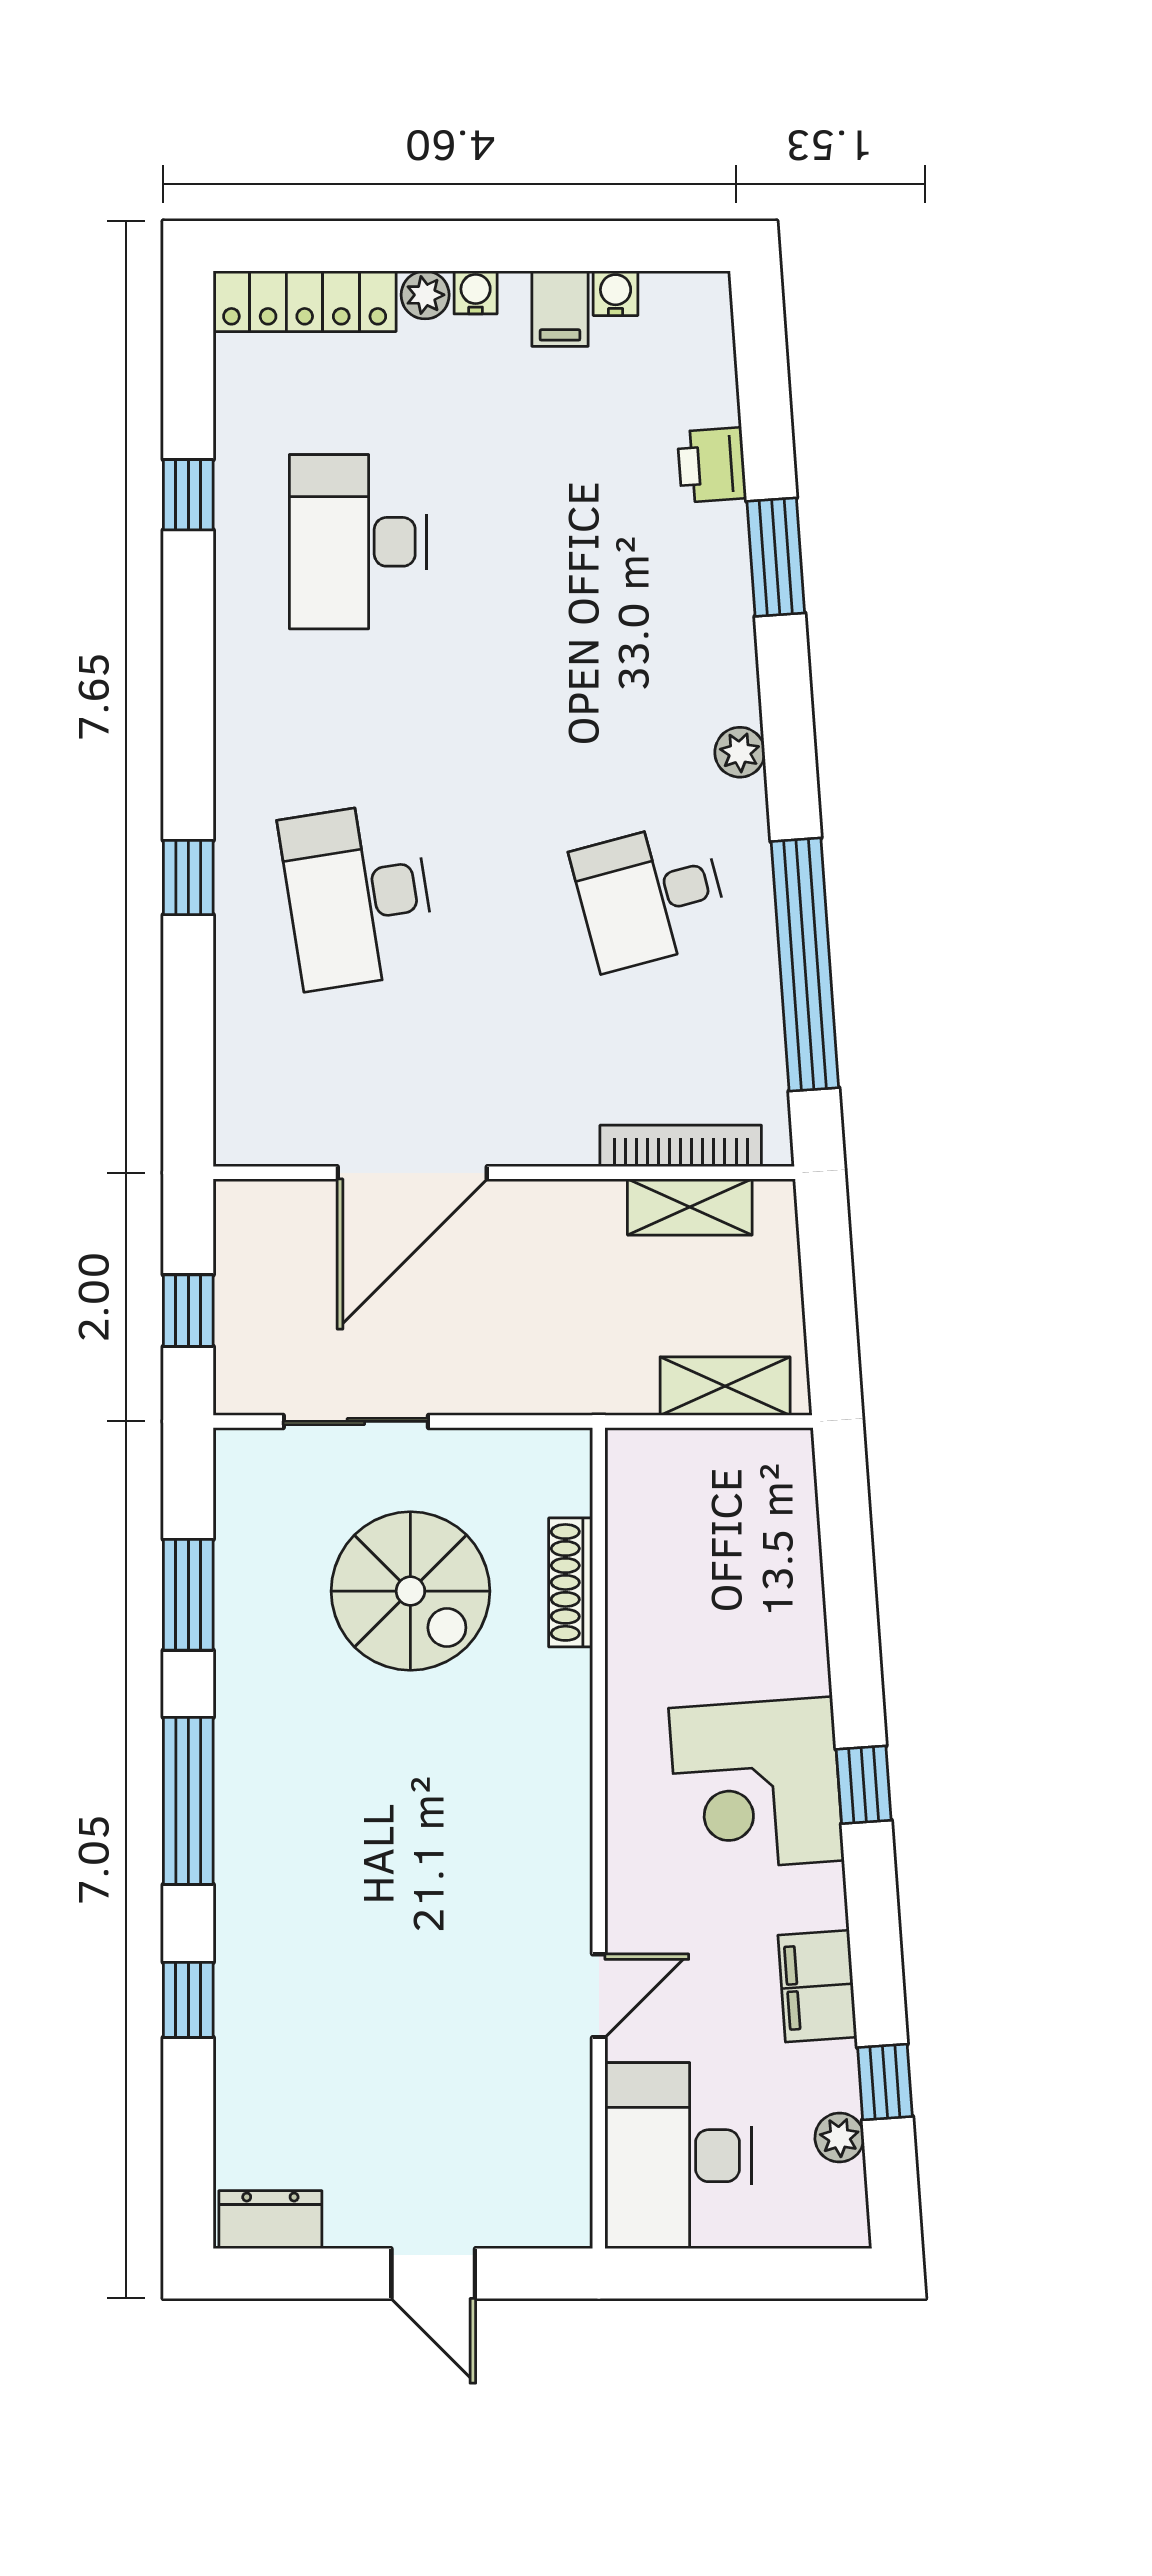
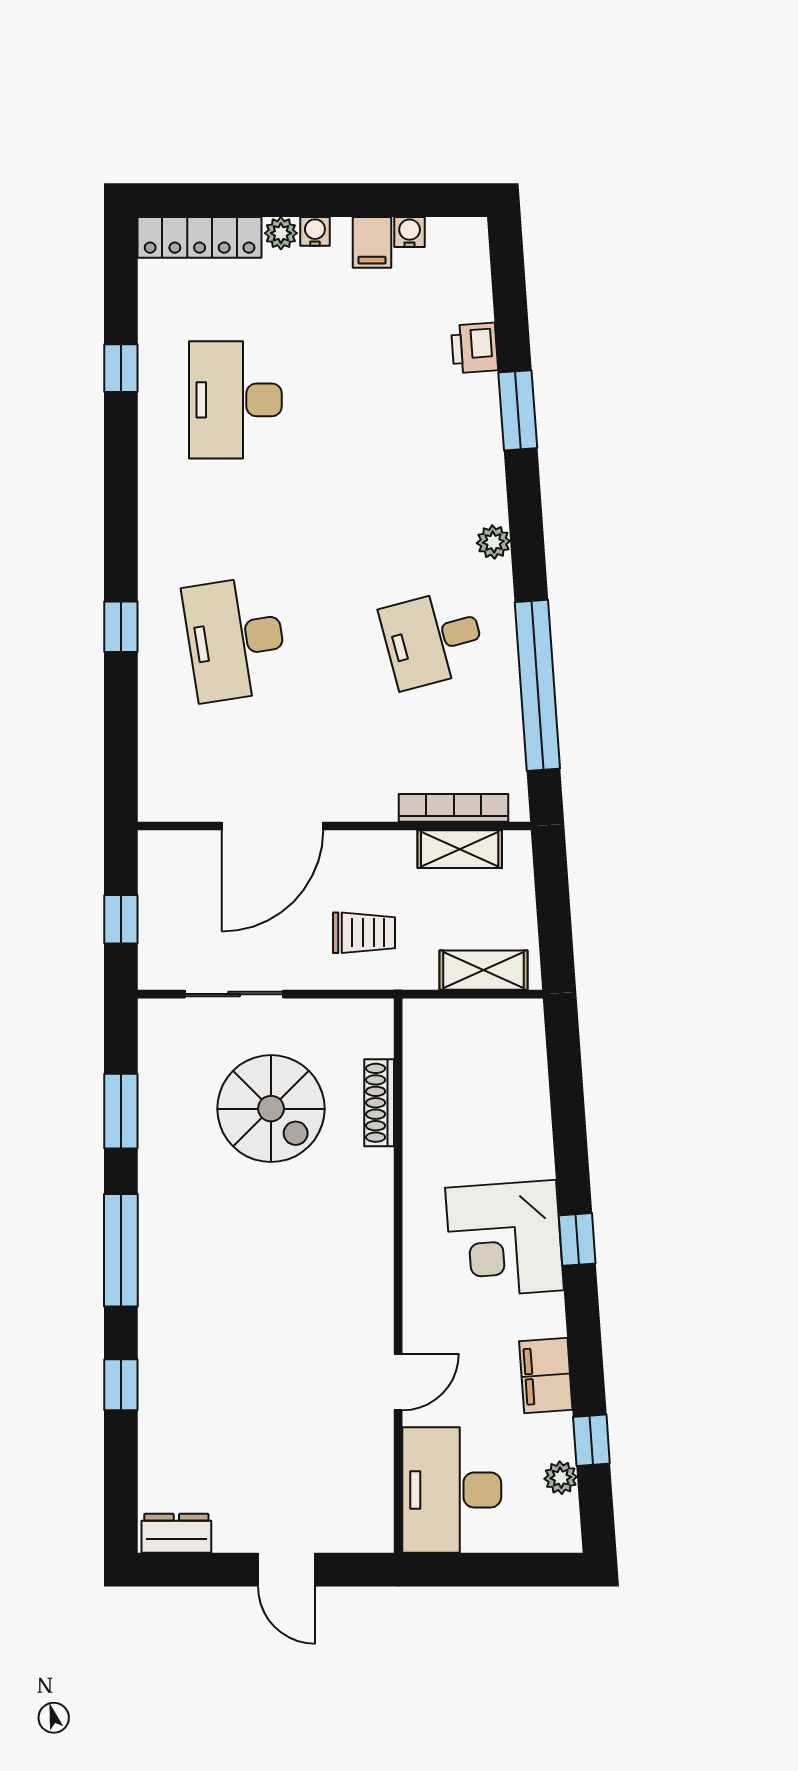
trolley: (548, 1331) -> (364, 933), added

